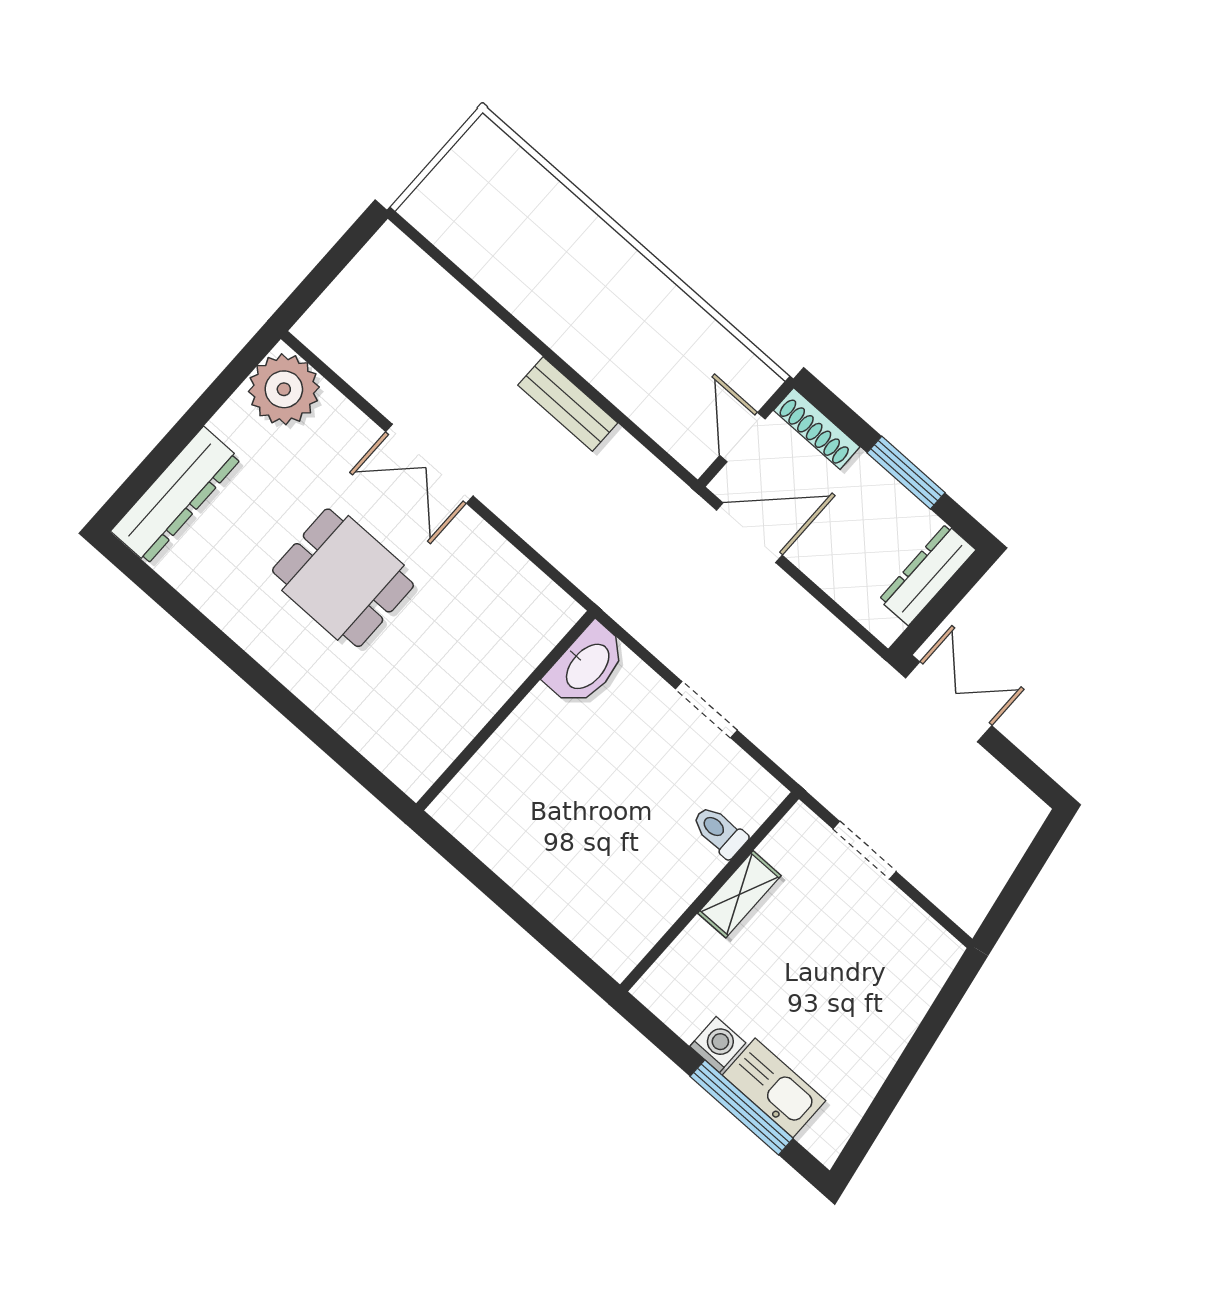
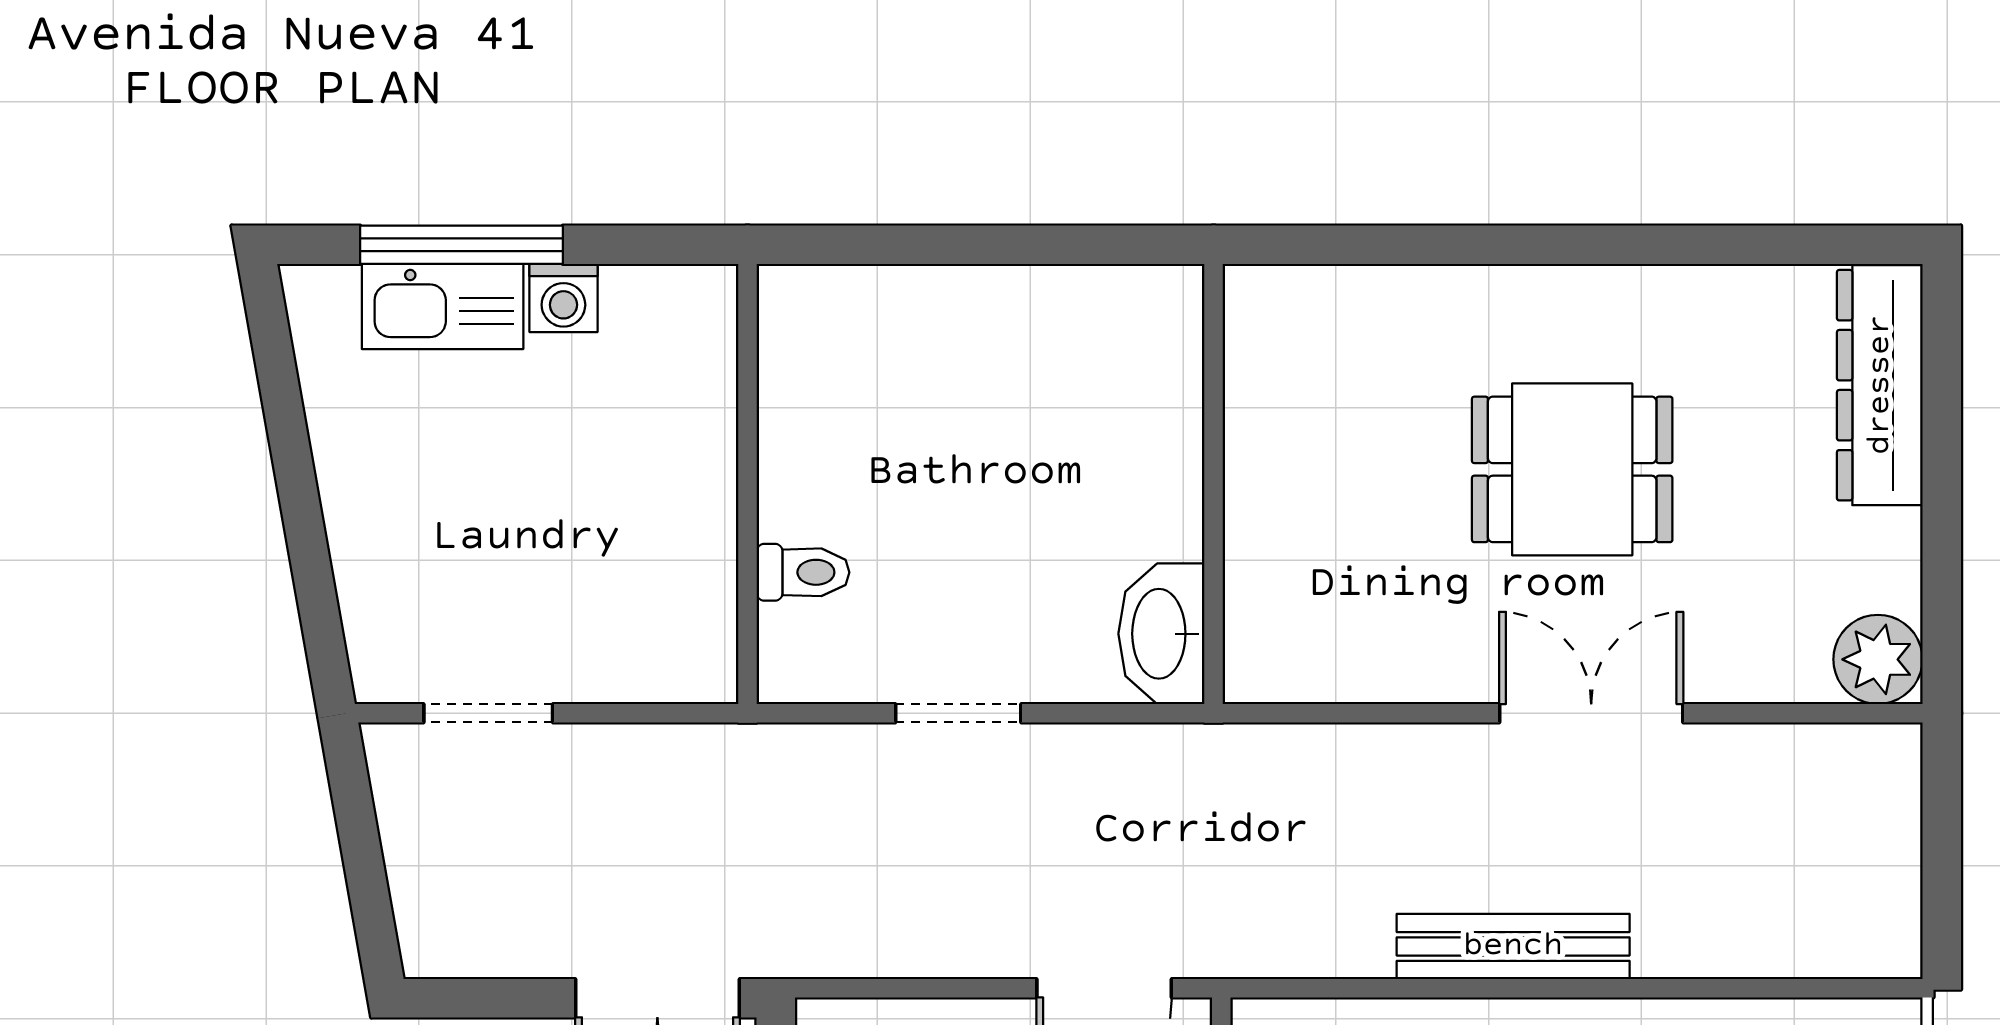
plant: (284, 389) -> (1878, 659), width x0.73, depth x0.73
bench: (568, 404) -> (1513, 946), width x1.36
doorway: (865, 850) -> (488, 713), moved
shelving: (739, 894) -> (706, 515), removed

